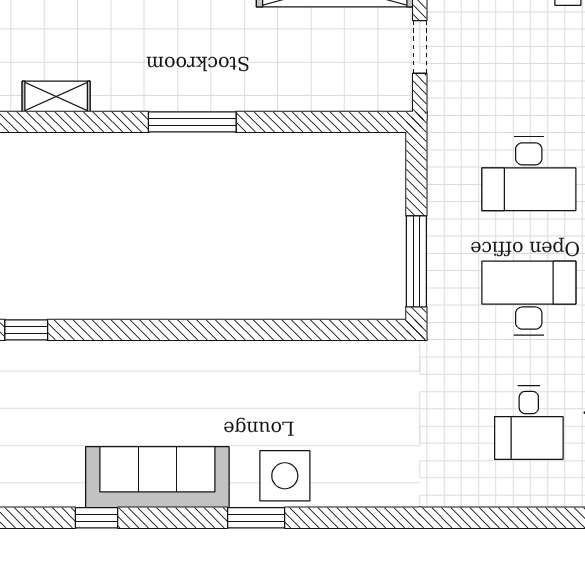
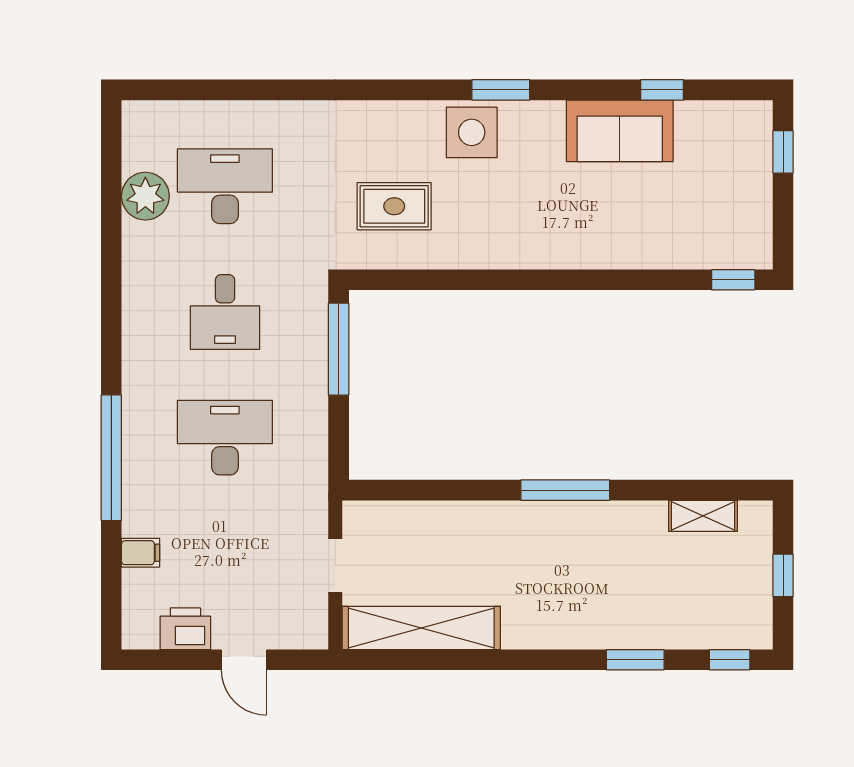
desk: (529, 298) -> (225, 312), width x0.73
rug: (361, 403) -> (394, 206), added
desk: (529, 422) -> (225, 186), width x1.37
sofa: (157, 477) -> (620, 131), width x0.73

